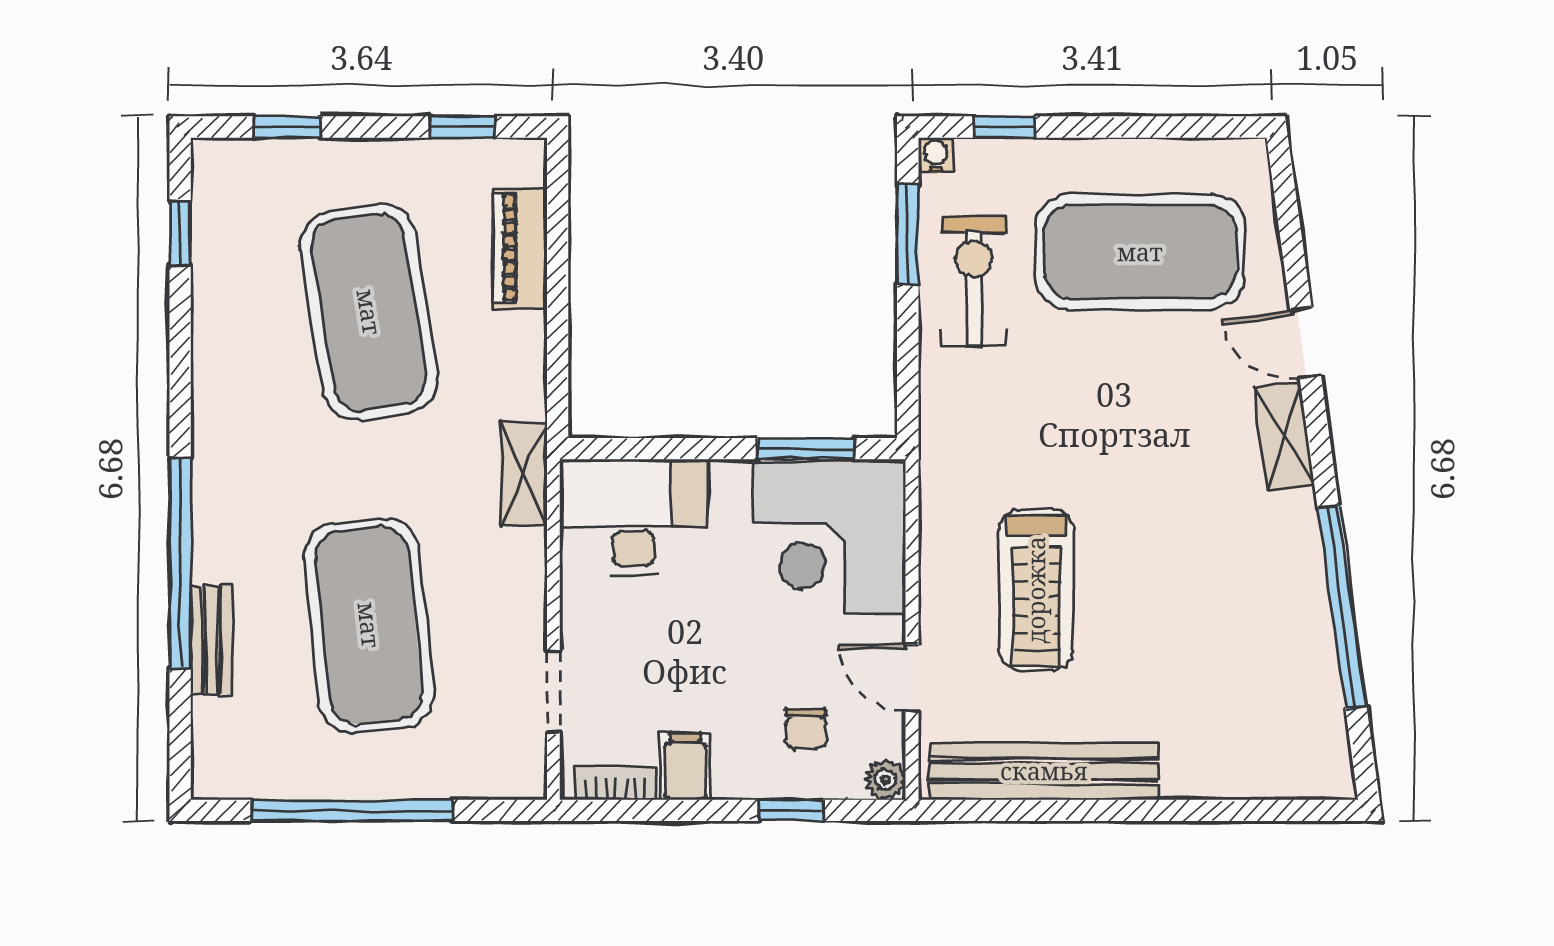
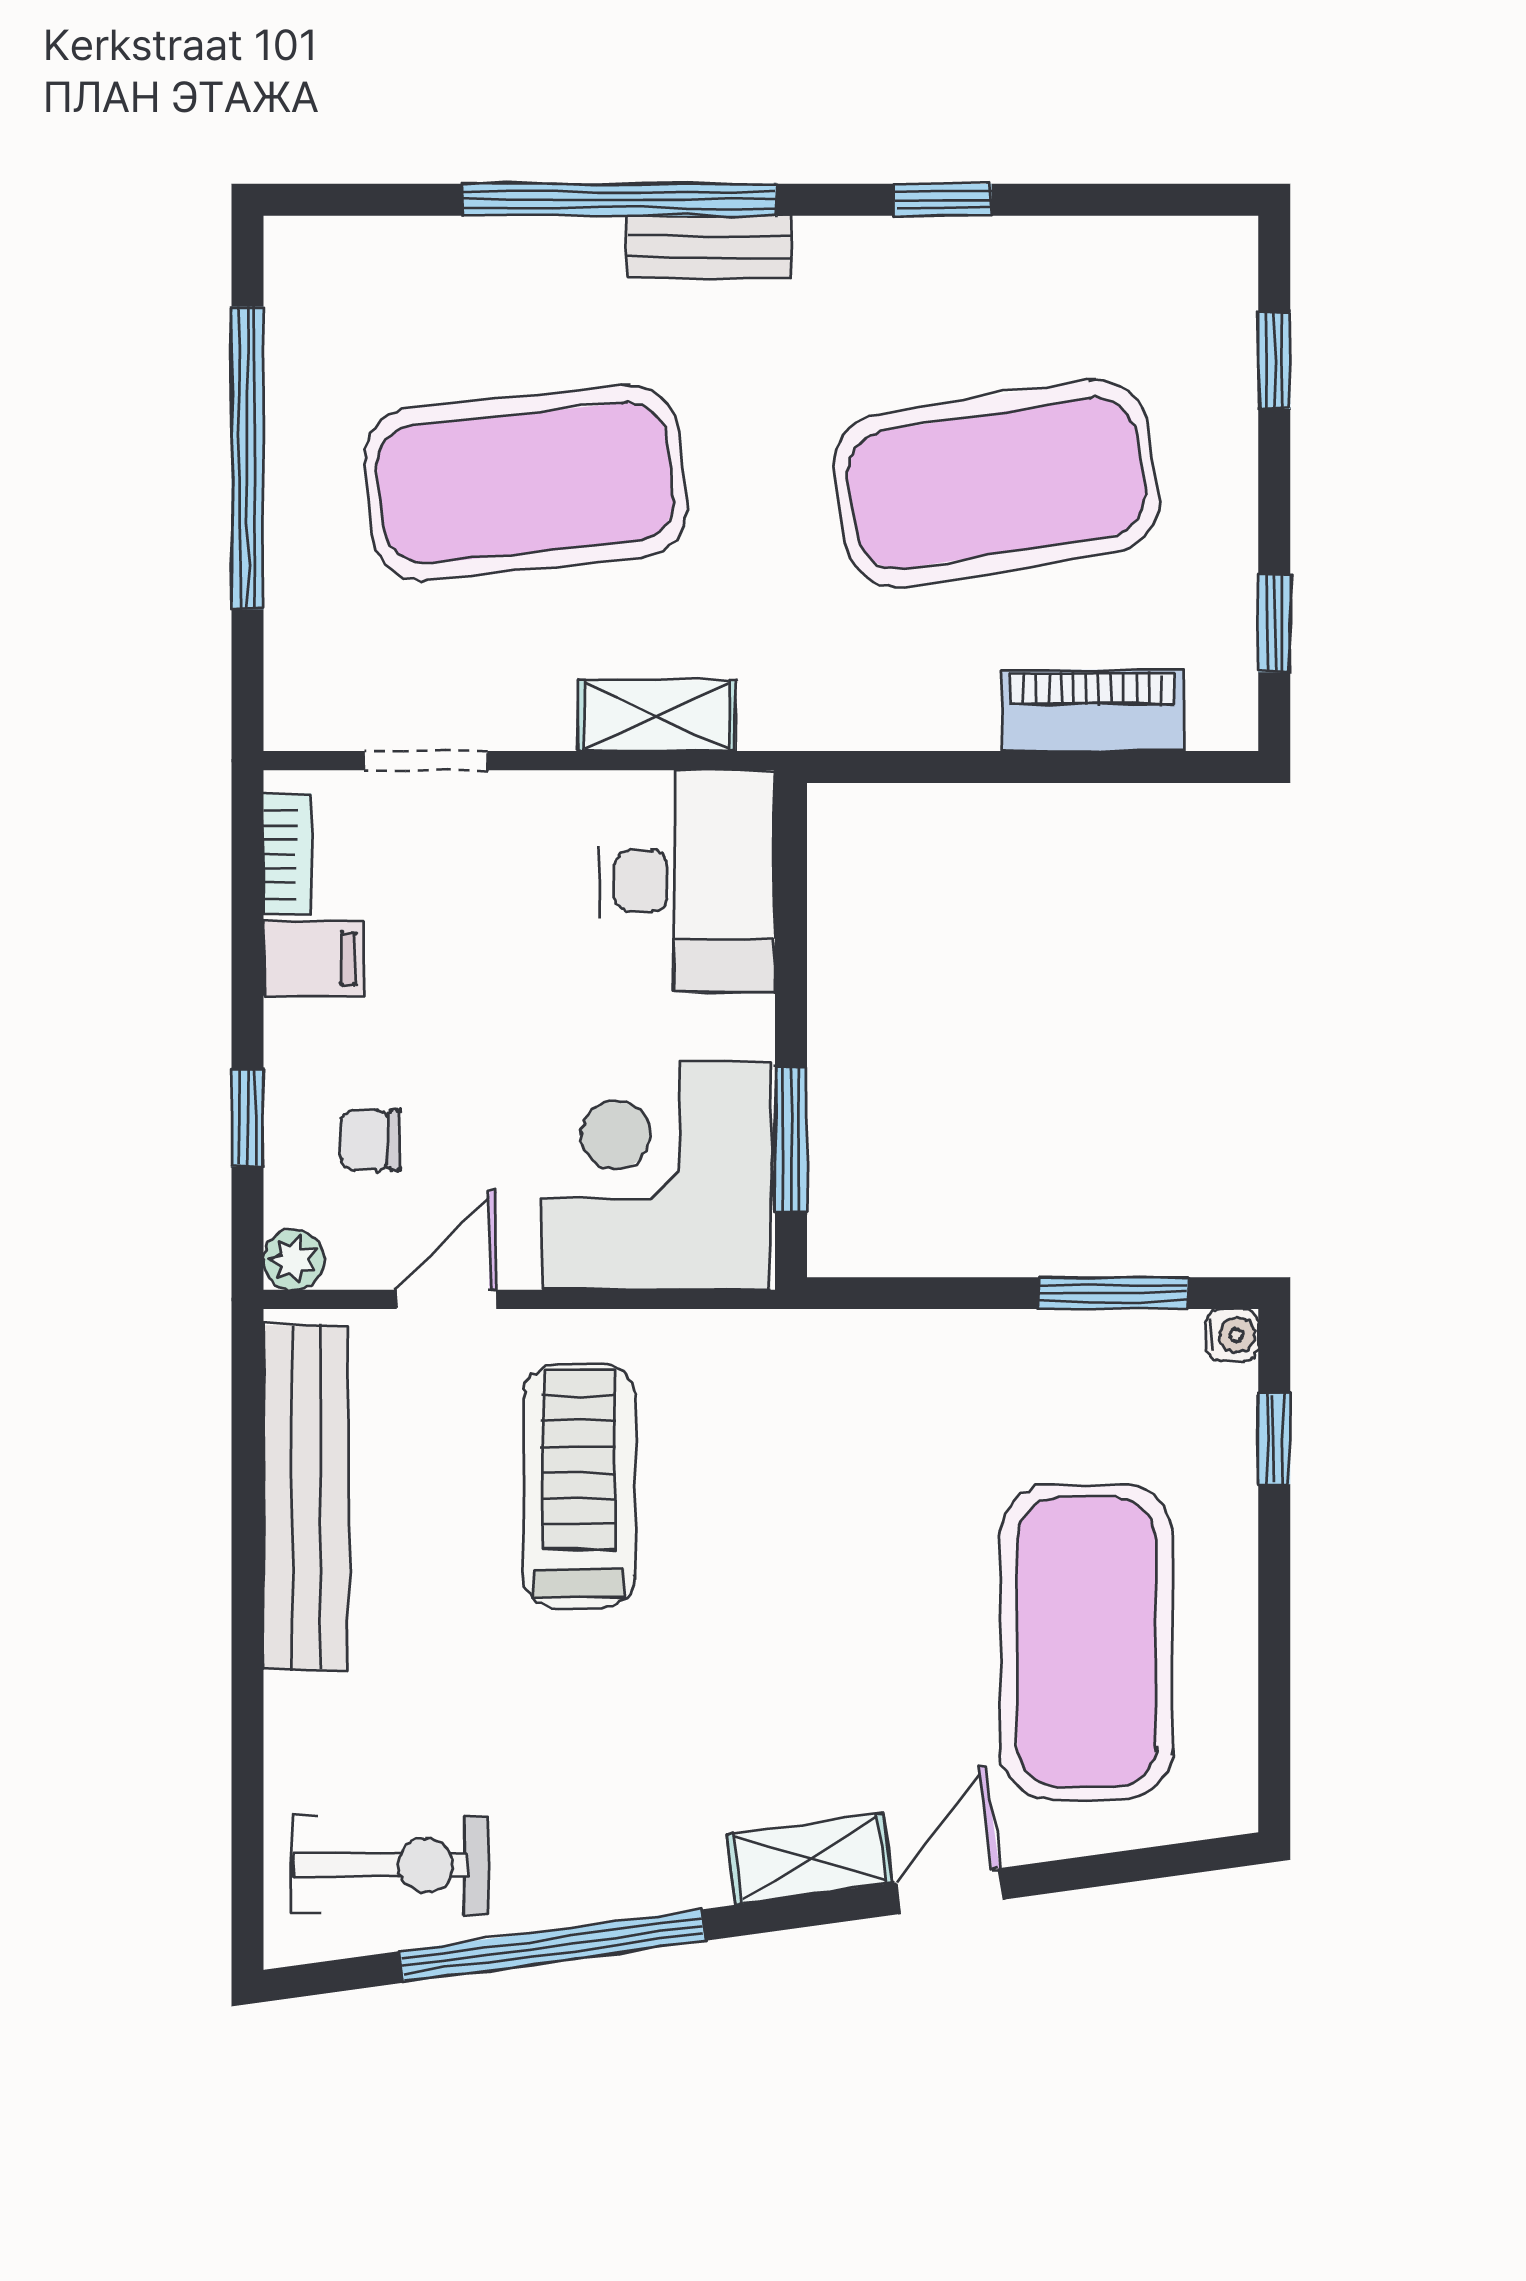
window: (180, 234) -> (943, 200), moved
exercise bike: (974, 282) -> (390, 1865), moved
shelving: (524, 474) -> (657, 716), moved
treadmill: (1036, 590) -> (579, 1486), turned 90
bench: (211, 640) -> (709, 247), moved

